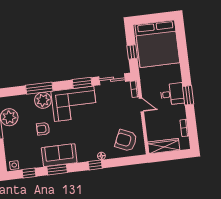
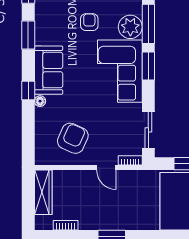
window: (82, 83) -> (148, 66), moved
desk: (172, 94) -> (117, 214), removed
door: (141, 105) -> (106, 168), hinge flipped
armchair: (126, 140) -> (73, 138), moved
sofa: (59, 155) -> (49, 70), moved

